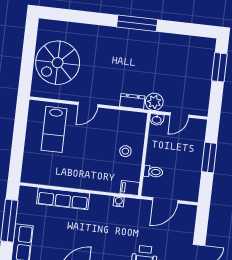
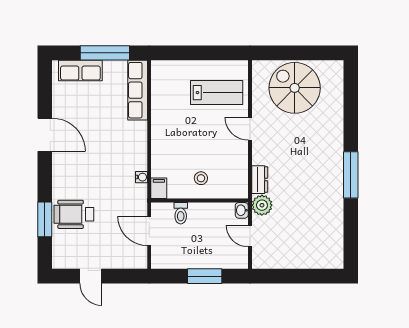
window: (219, 67) -> (311, 276), removed
lab bench: (54, 129) -> (217, 93), turned 180
row of seats: (63, 199) -> (138, 90), moved

